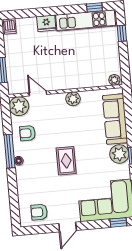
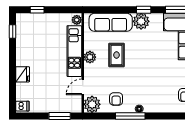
kitchen unit: (86, 20) -> (74, 51), moved, turned 180
rug: (66, 161) -> (116, 55), moved, turned 90

